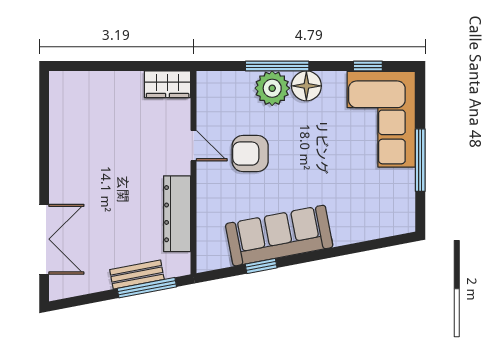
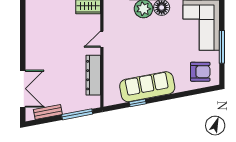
door: (194, 146) -> (102, 39), swing flipped
armchair: (250, 154) -> (200, 72), moved, turned 180
bench: (137, 275) -> (48, 112), moved

